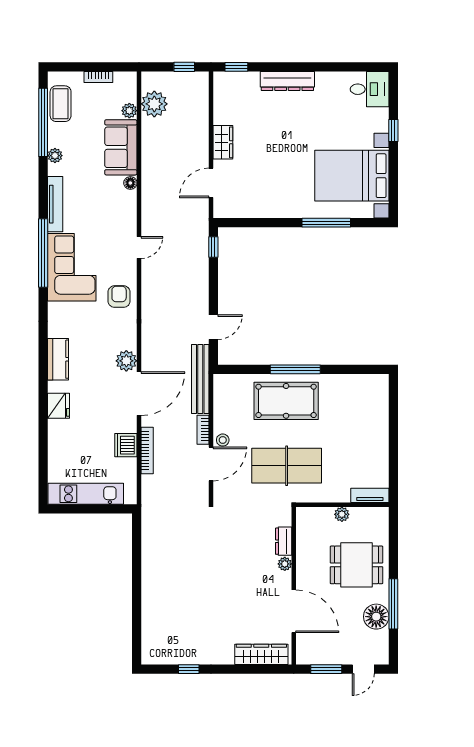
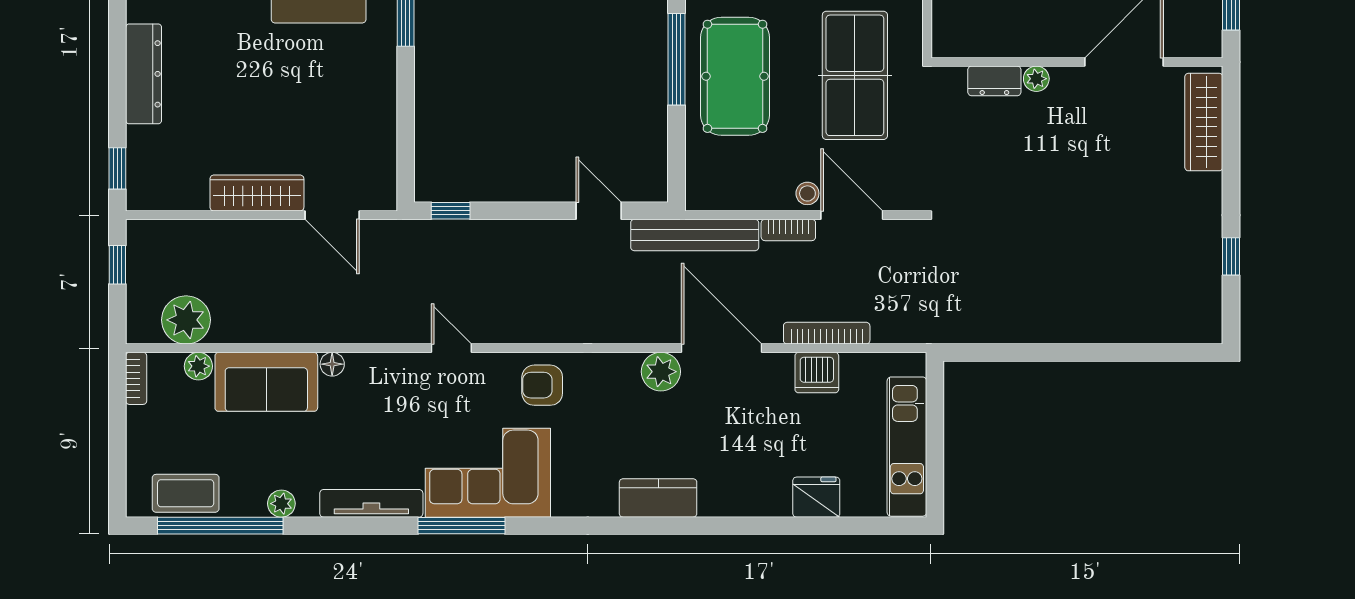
bookcase: (98, 77) -> (136, 378), moved
wardrobe: (223, 142) -> (257, 193), width x1.50
window: (43, 253) -> (461, 526), width x0.68
fridge: (58, 406) -> (816, 497), moved

